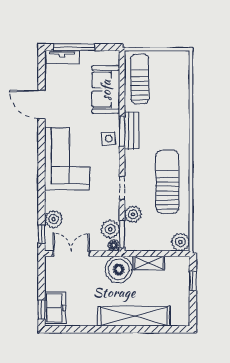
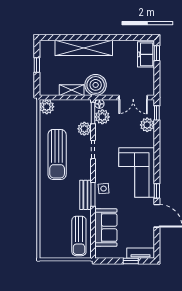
window: (74, 47) -> (131, 261), width x0.46
window: (41, 136) -> (157, 191), added
window: (193, 281) -> (37, 65), moved

